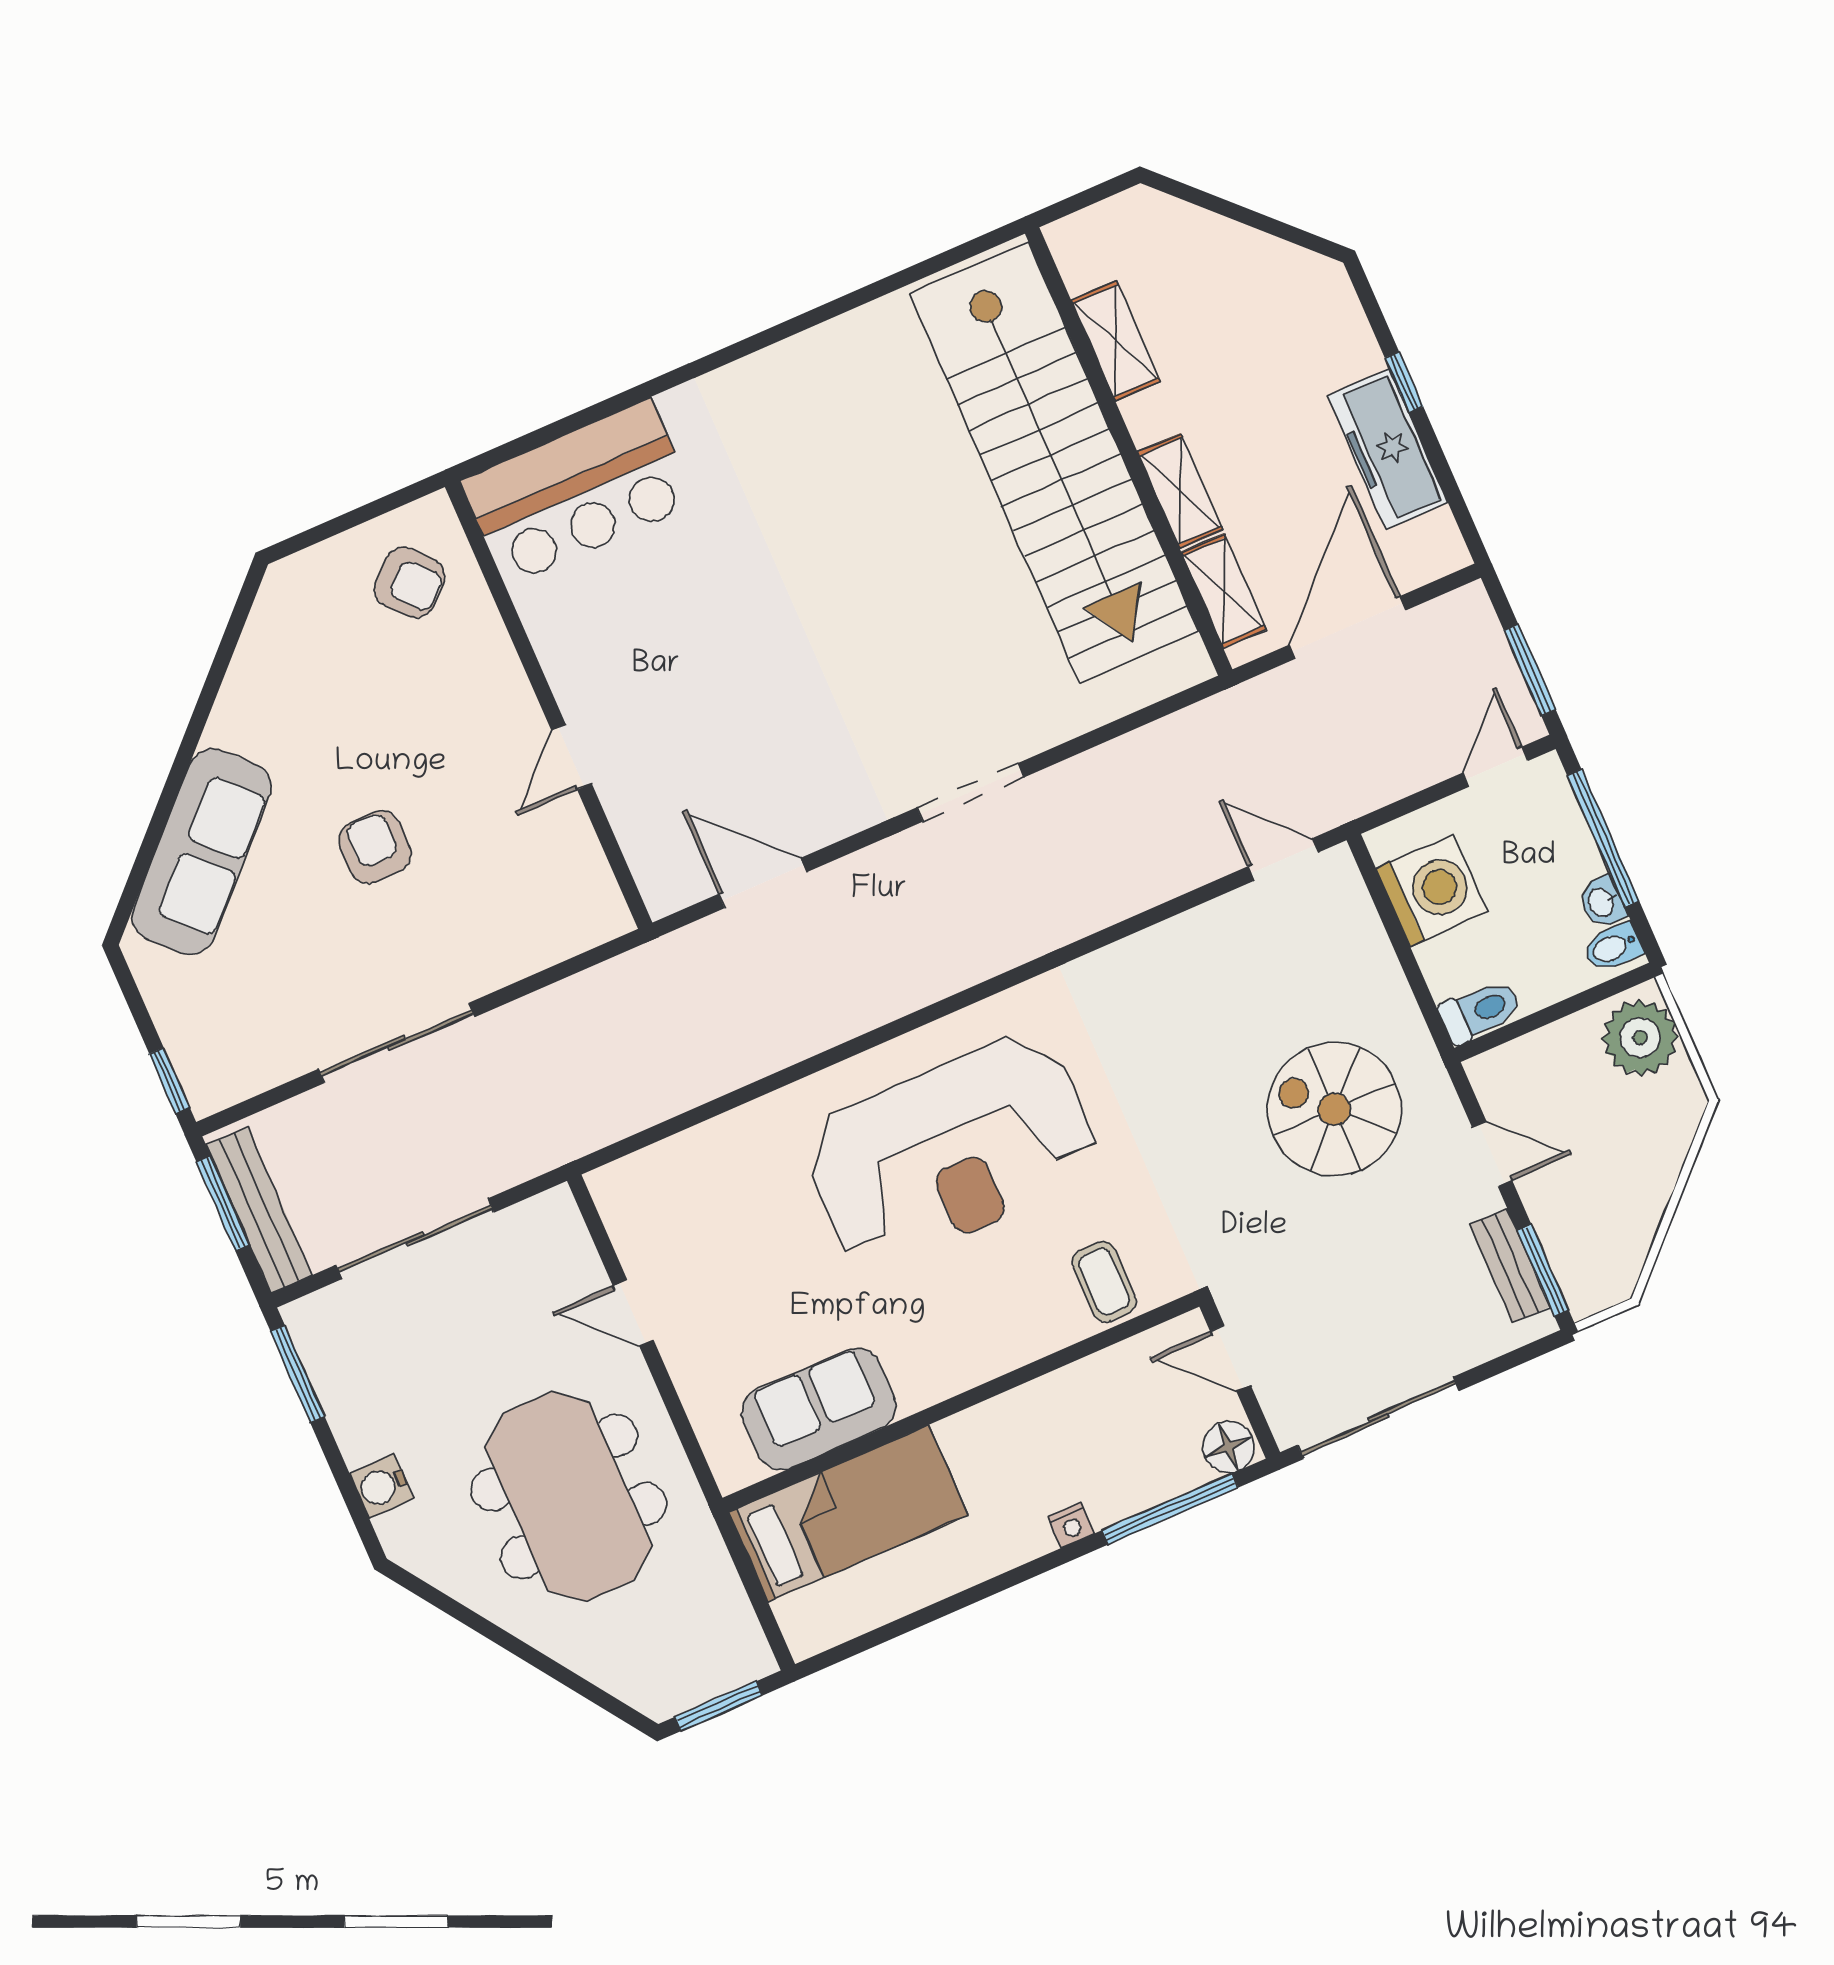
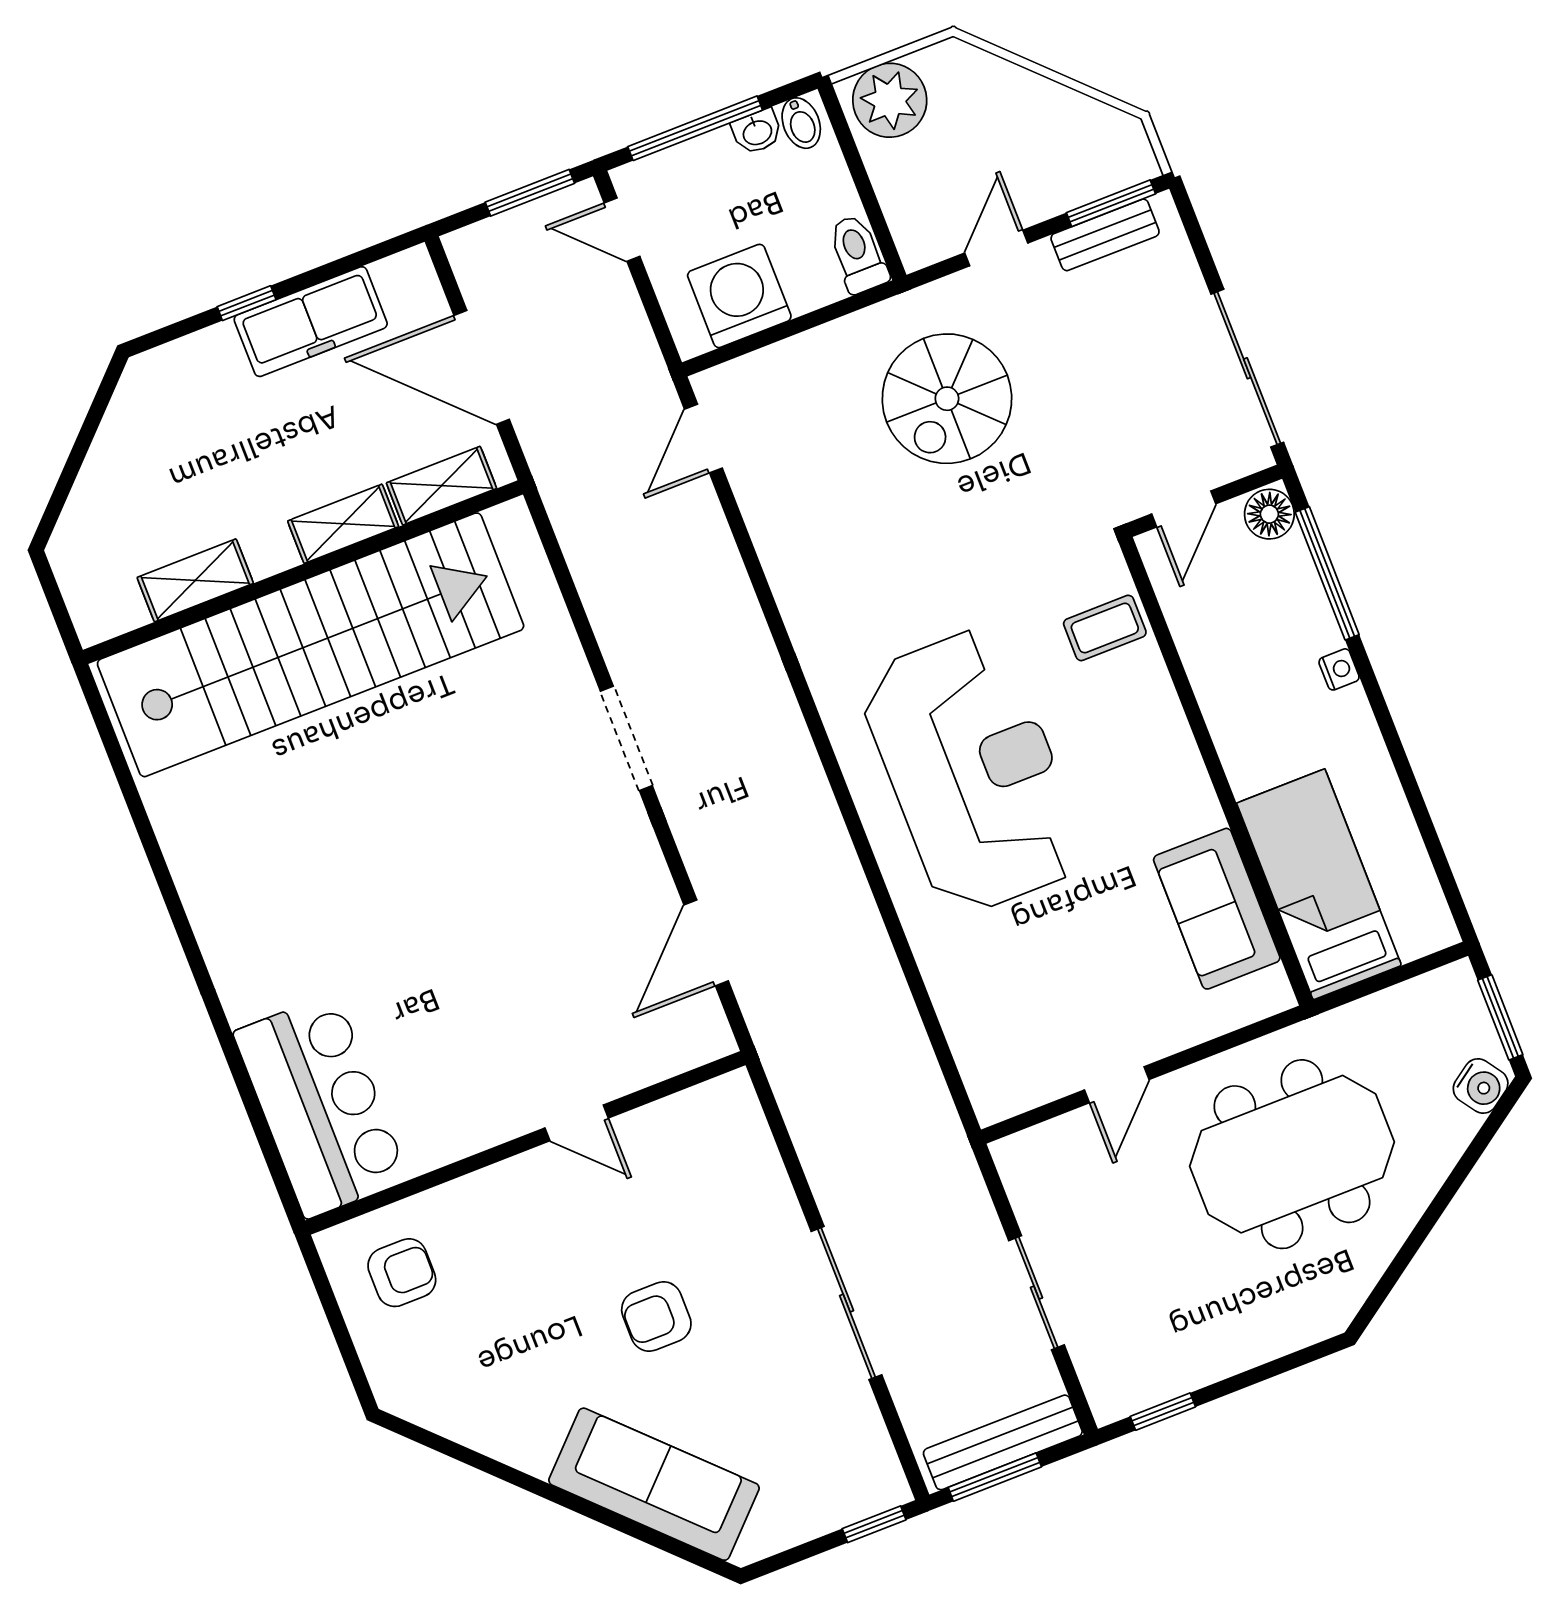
armchair: (410, 583) -> (402, 1273), turned 42
sliding door: (415, 1239) -> (1036, 1293), width x0.73
window: (298, 1374) -> (1163, 1412), width x0.67
water cooler: (382, 1486) -> (1481, 1086), moved, turned -35

